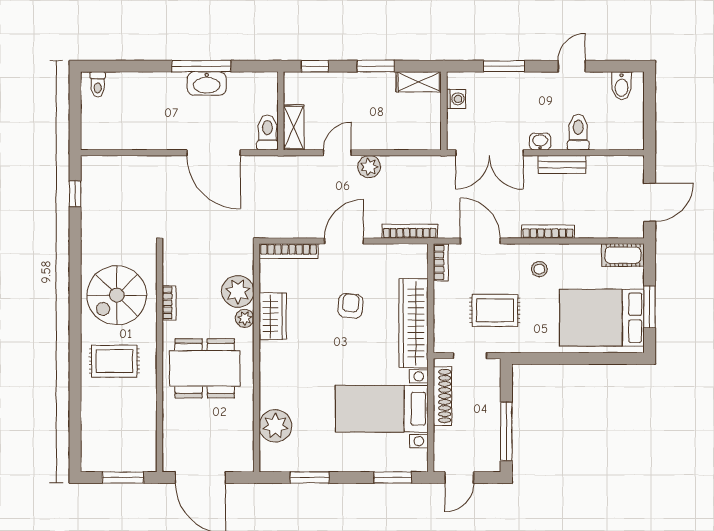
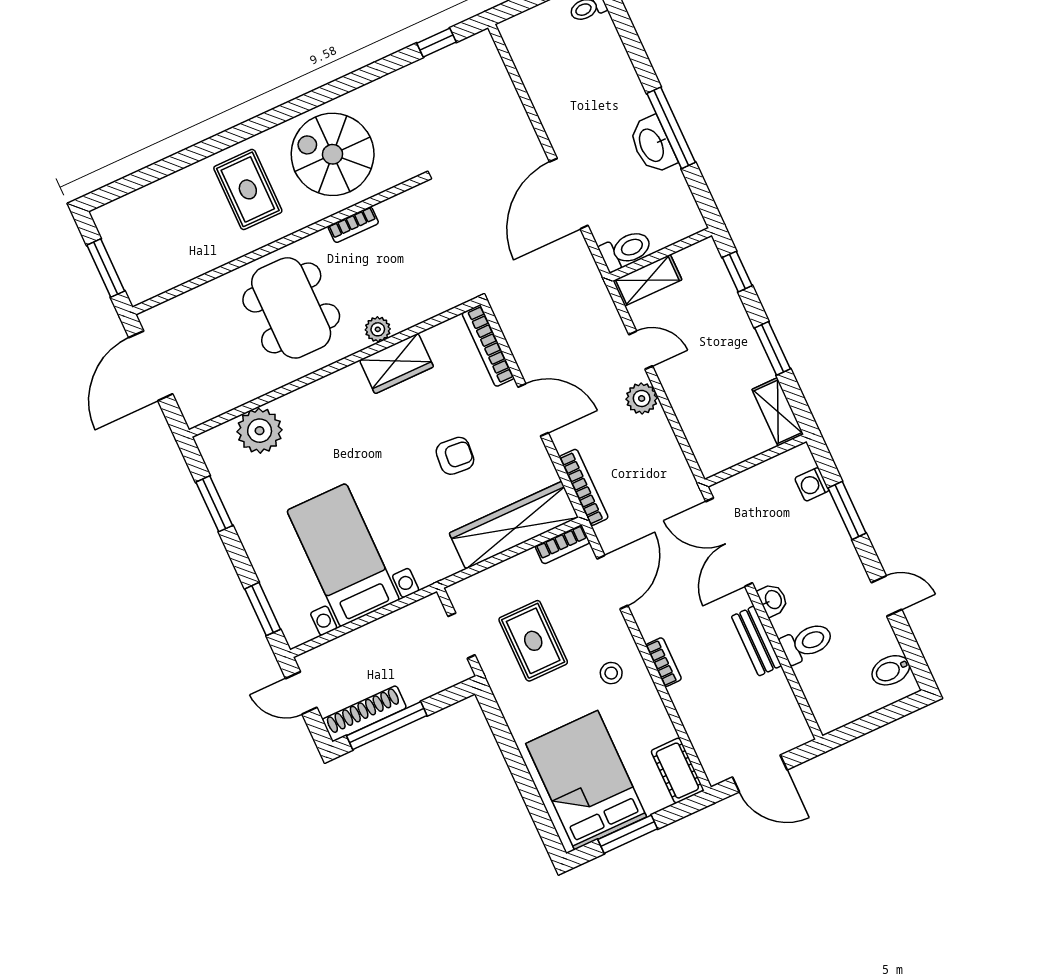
washing machine: (456, 99) -> (812, 484), moved, turned 90
bookcase: (548, 232) -> (664, 662), width x0.64
plant: (238, 291) -> (408, 305), removed
wardrobe: (414, 323) -> (514, 525), moved
shoe rack: (442, 396) -> (364, 714), moved, turned 180

